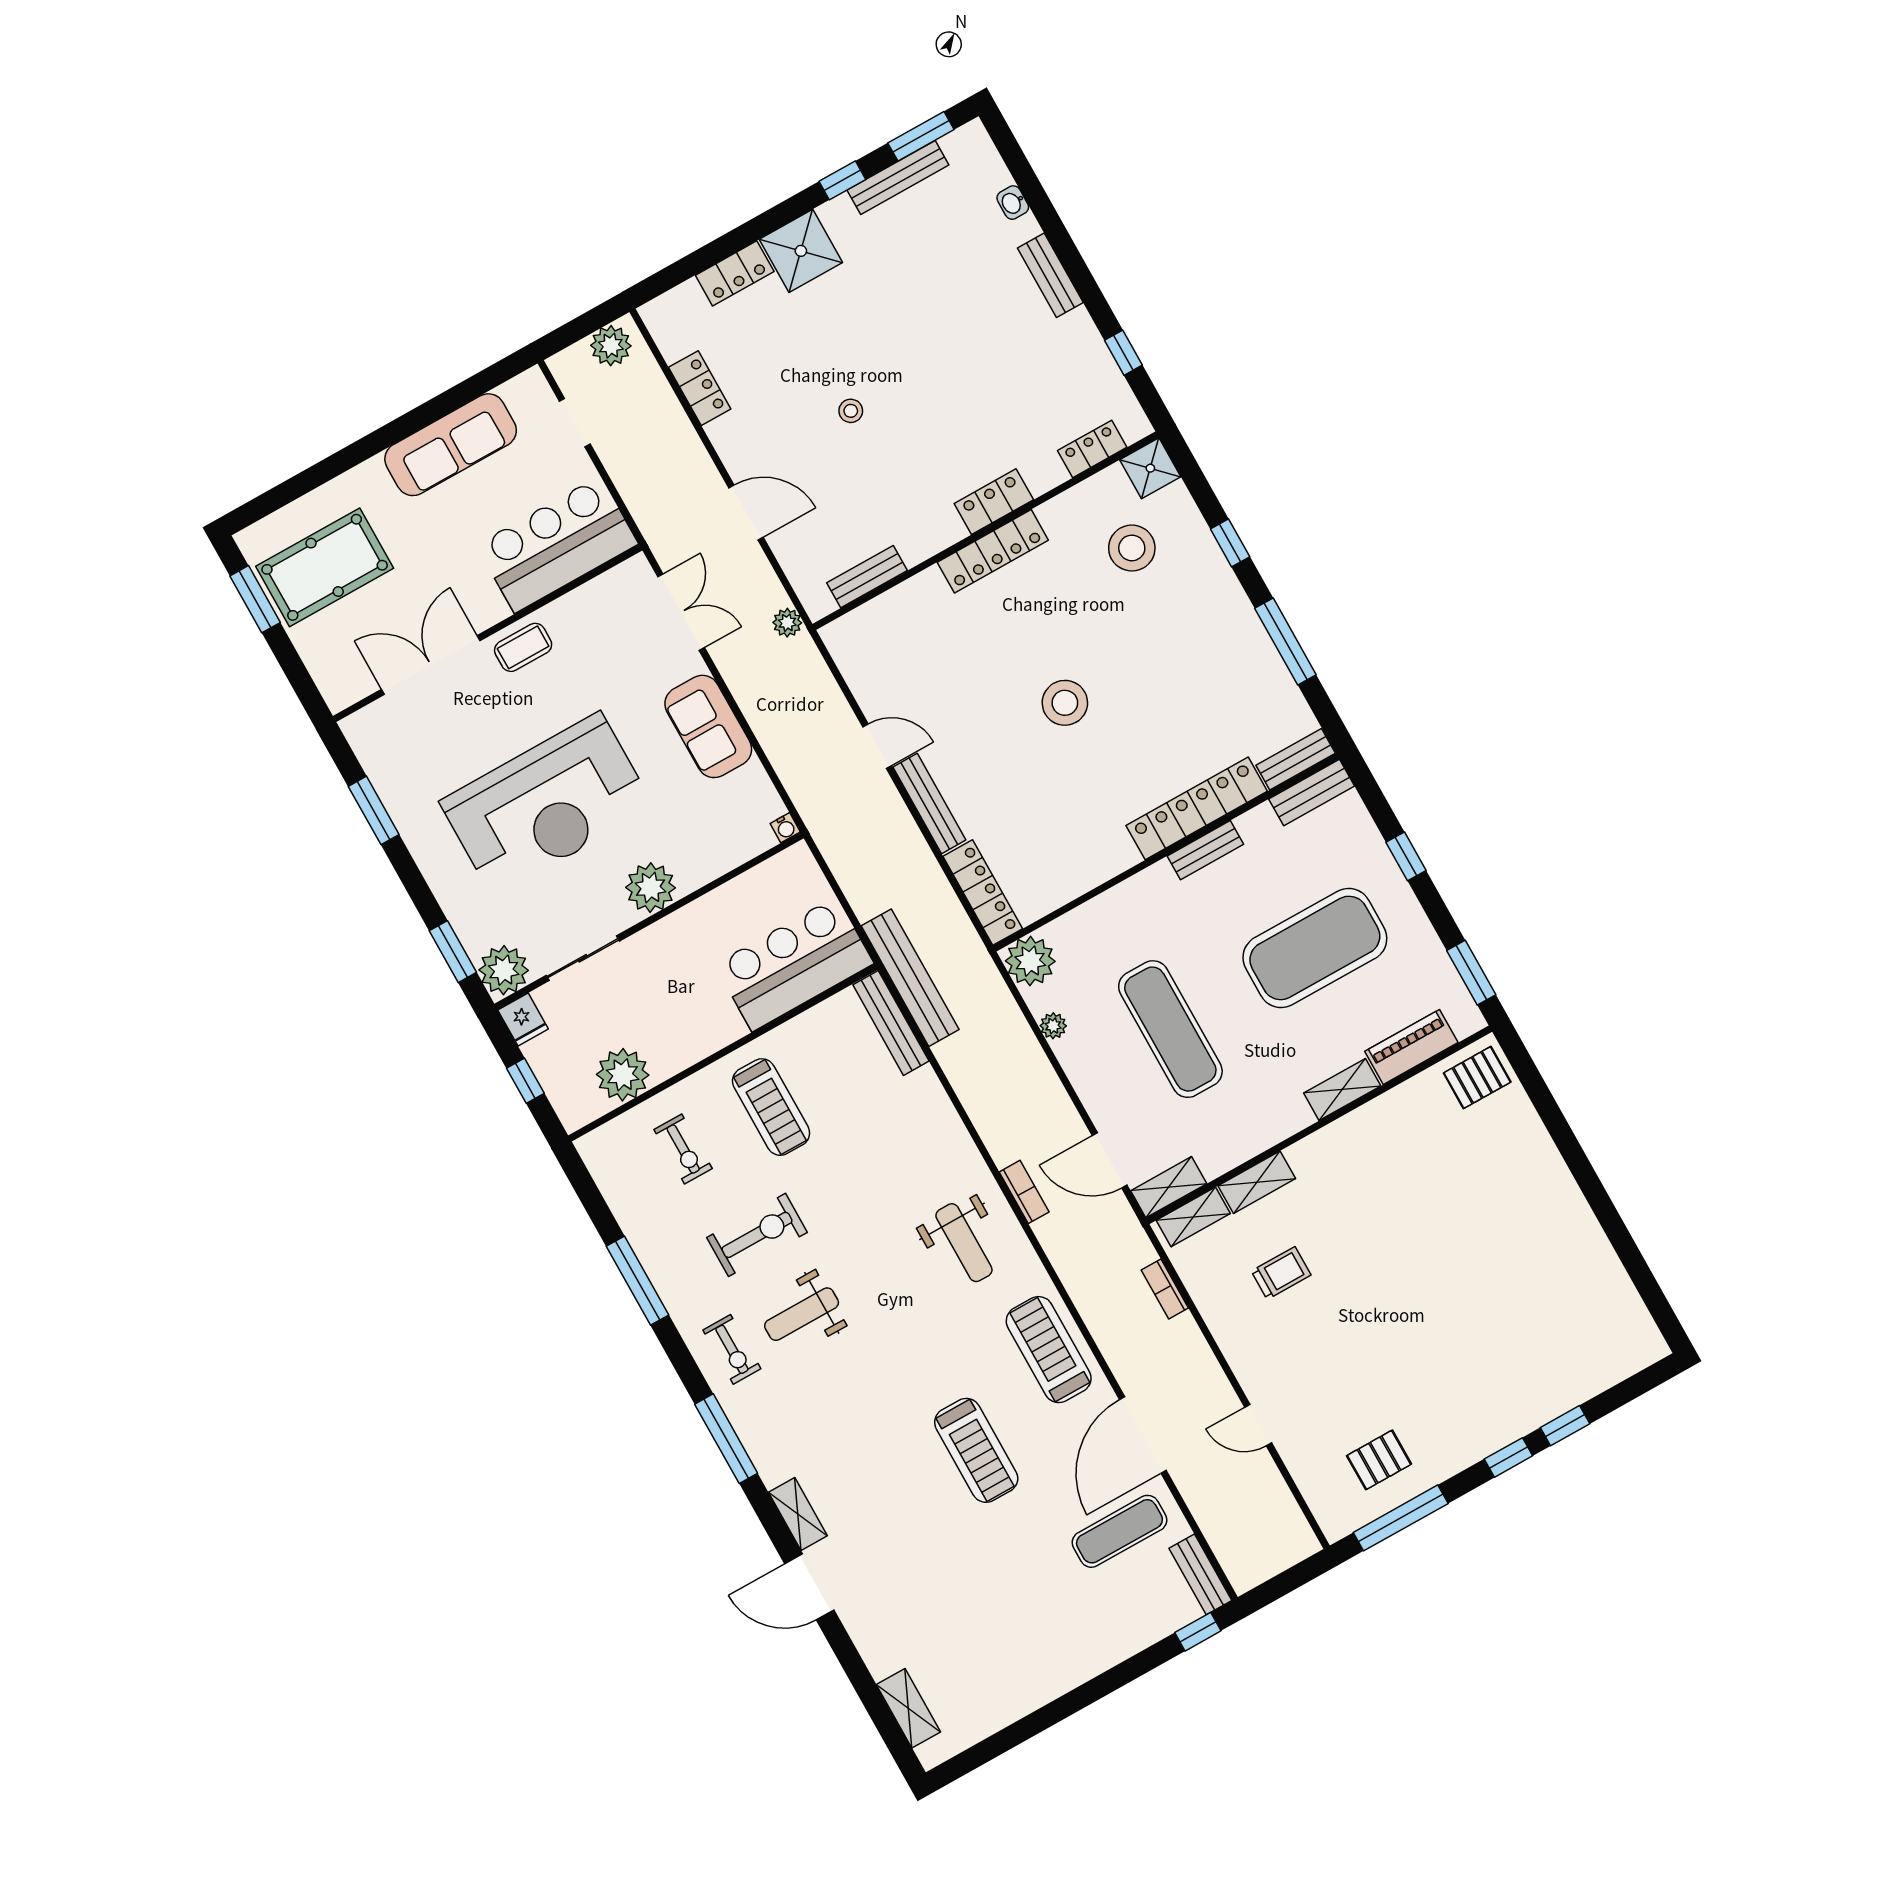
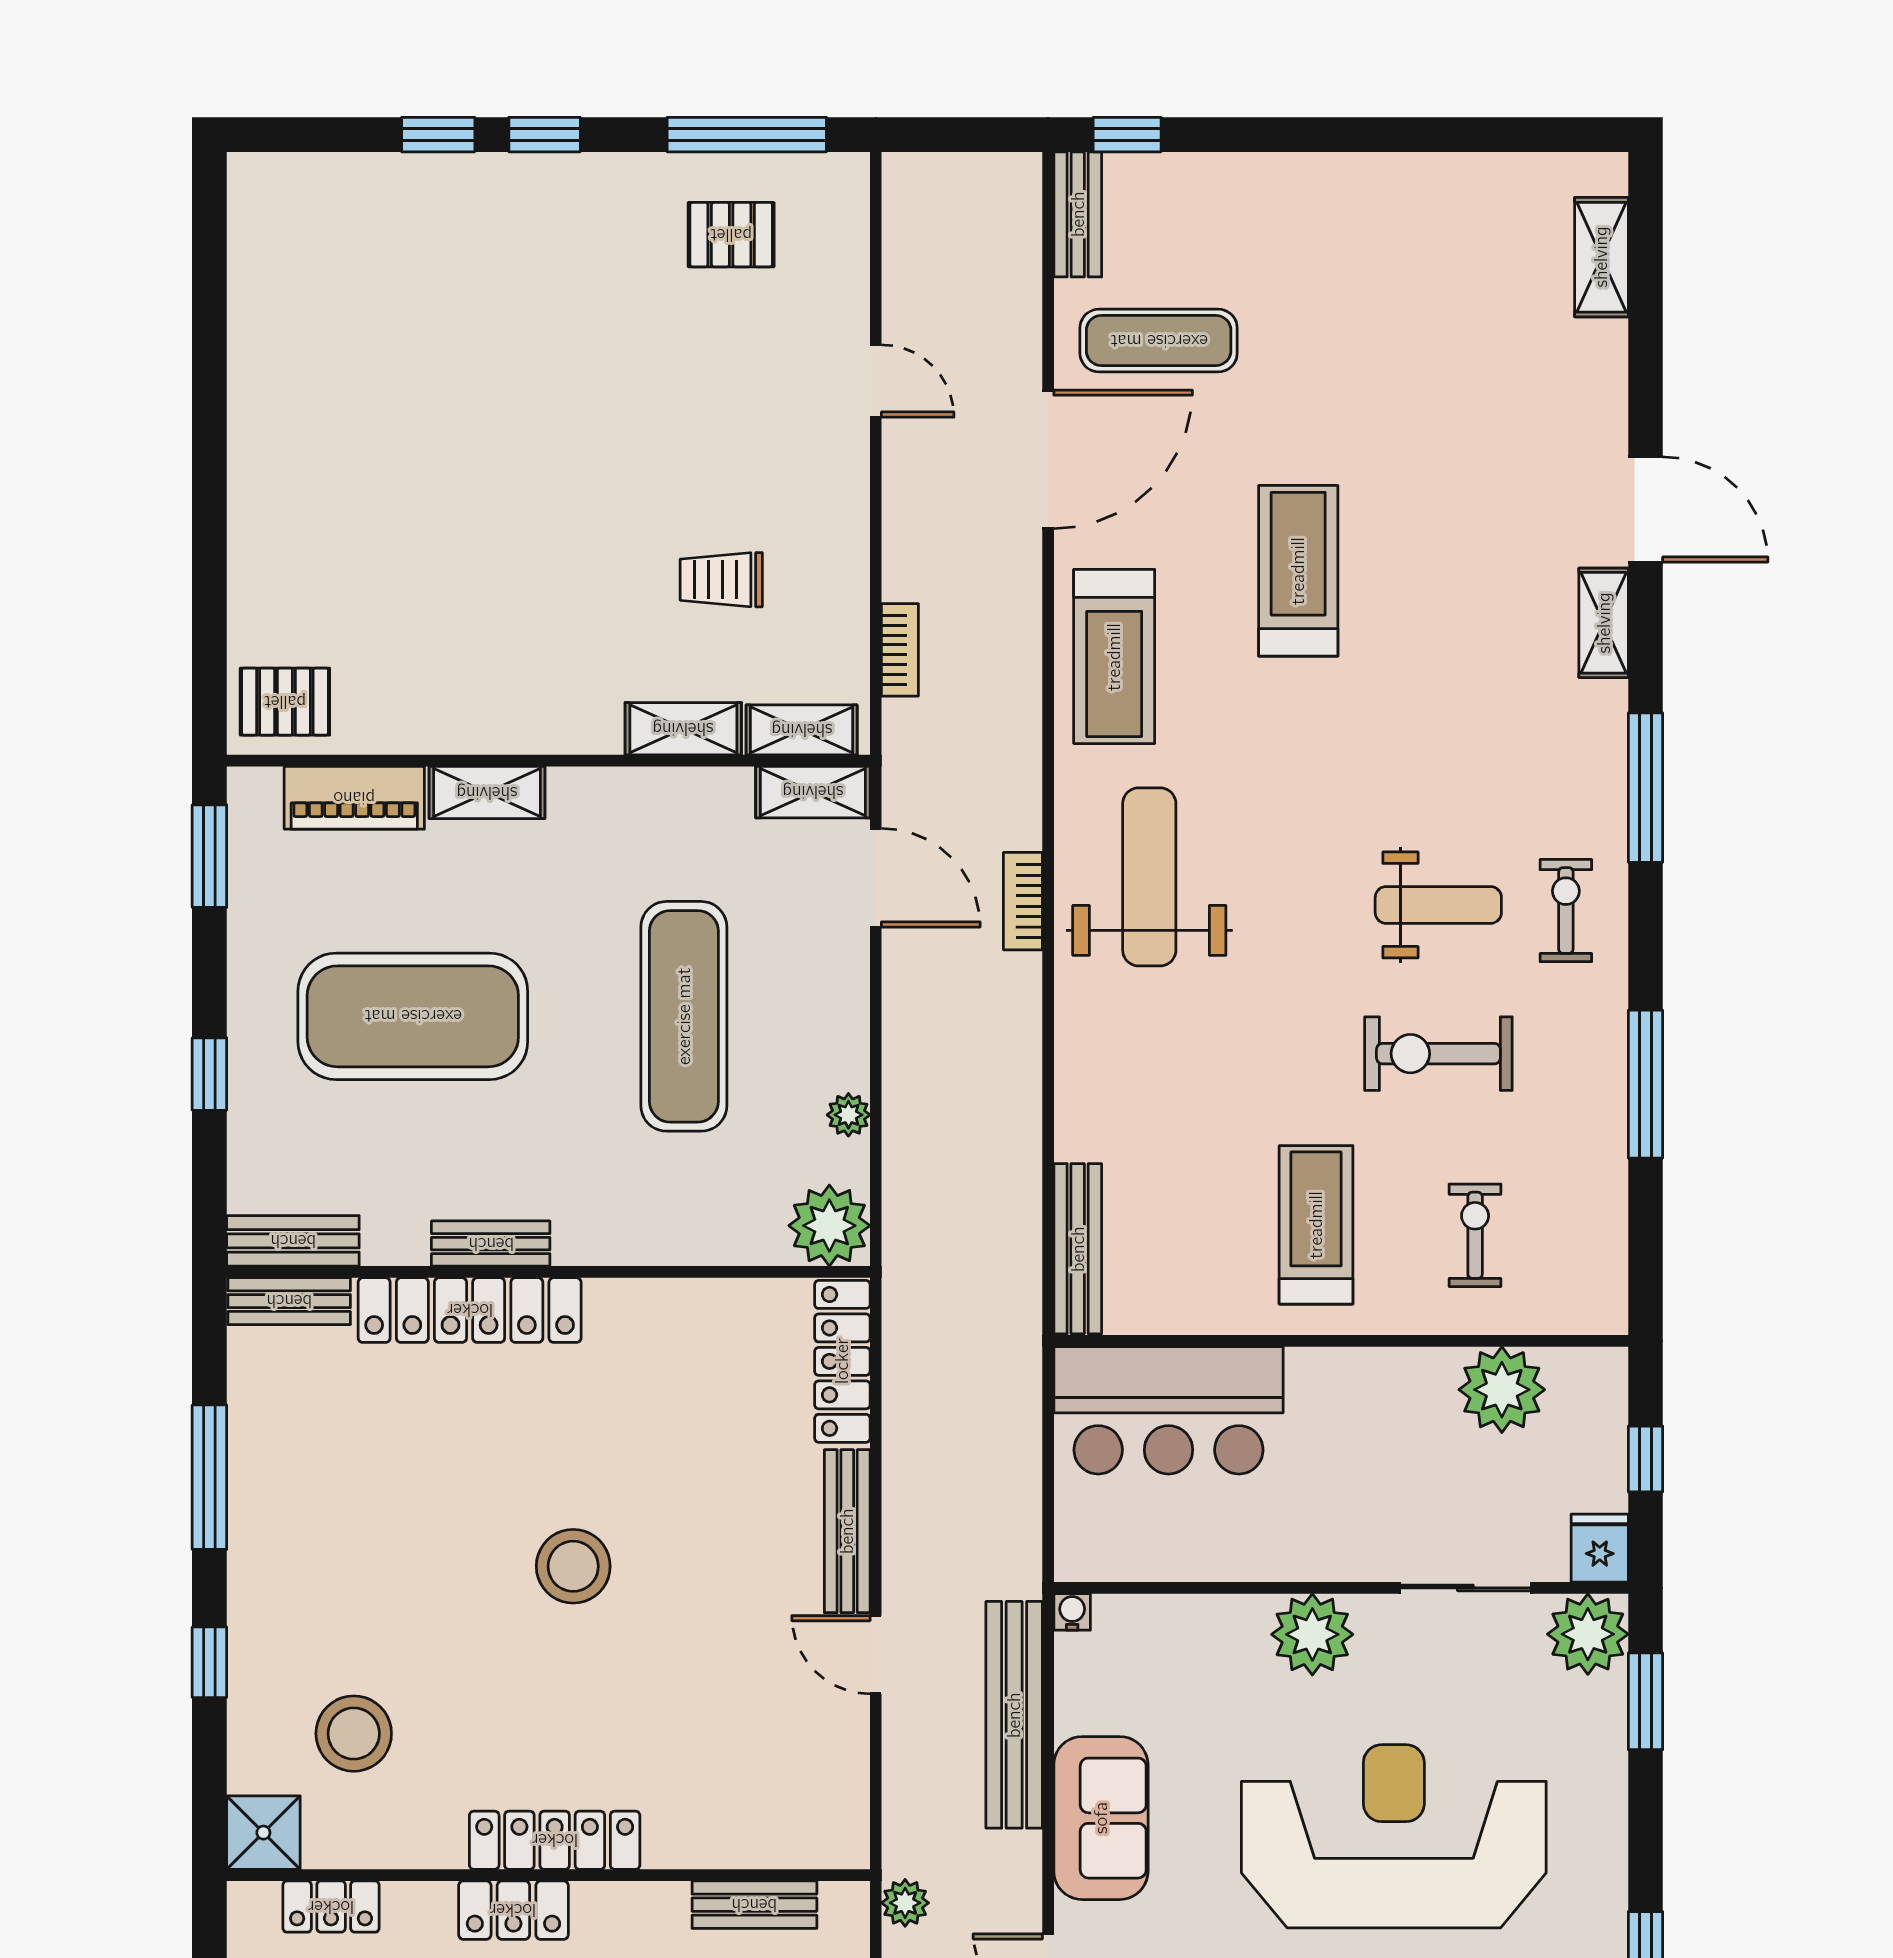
bench: (910, 978) -> (1014, 1715), moved
weight bench: (964, 1243) -> (1149, 877), width x1.36, depth x1.33

